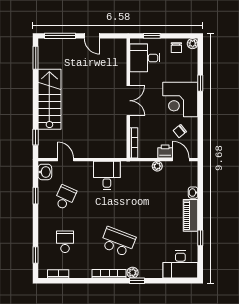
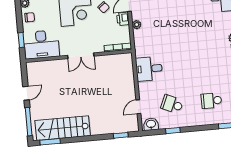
desk: (145, 58) -> (41, 44), width x1.37
stairs: (49, 99) -> (63, 128), moved
double door: (128, 101) -> (81, 56), swing flipped
school desk: (118, 242) -> (207, 54), removed

